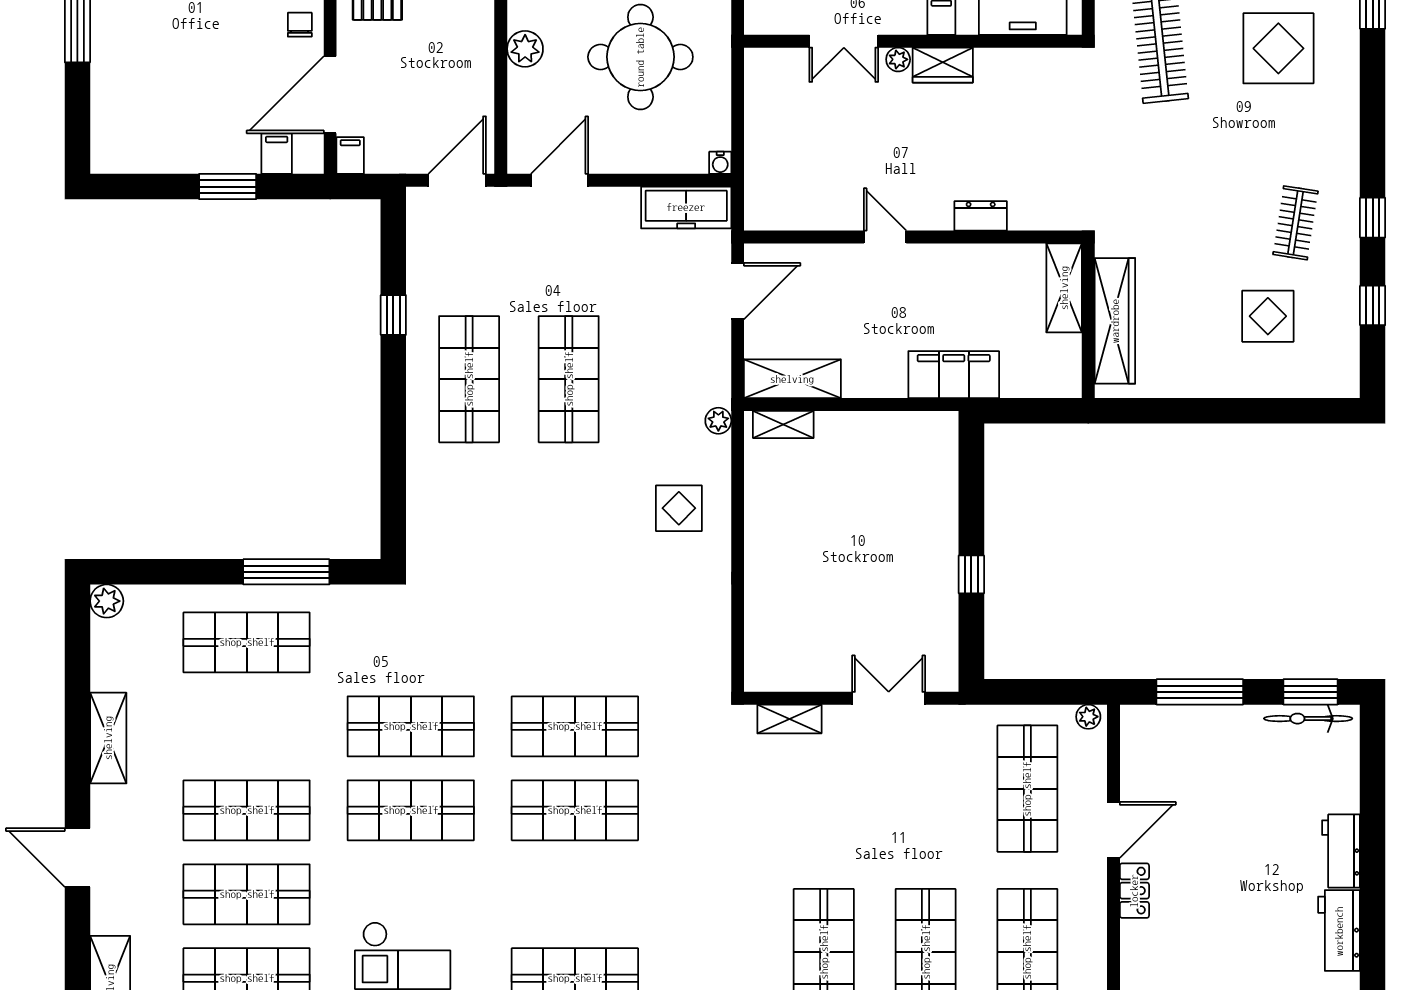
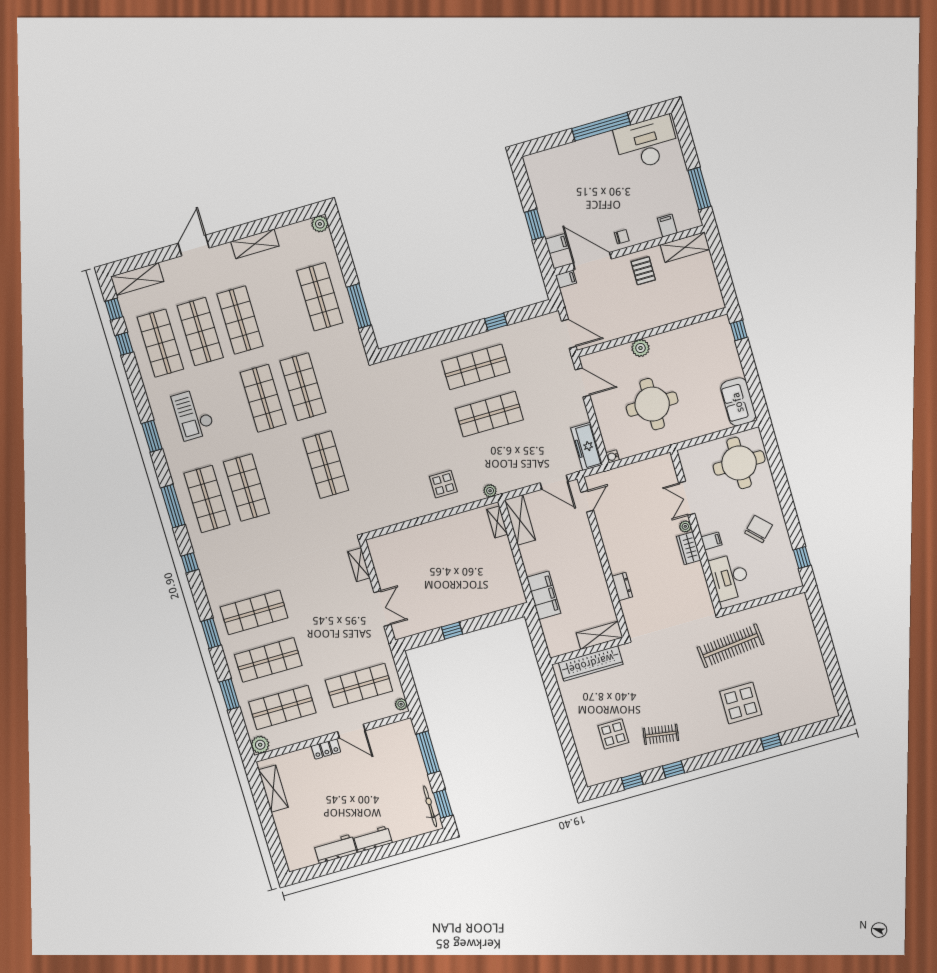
door: (885, 237) -> (587, 501), moved
shop shelf: (575, 810) -> (246, 488), moved

